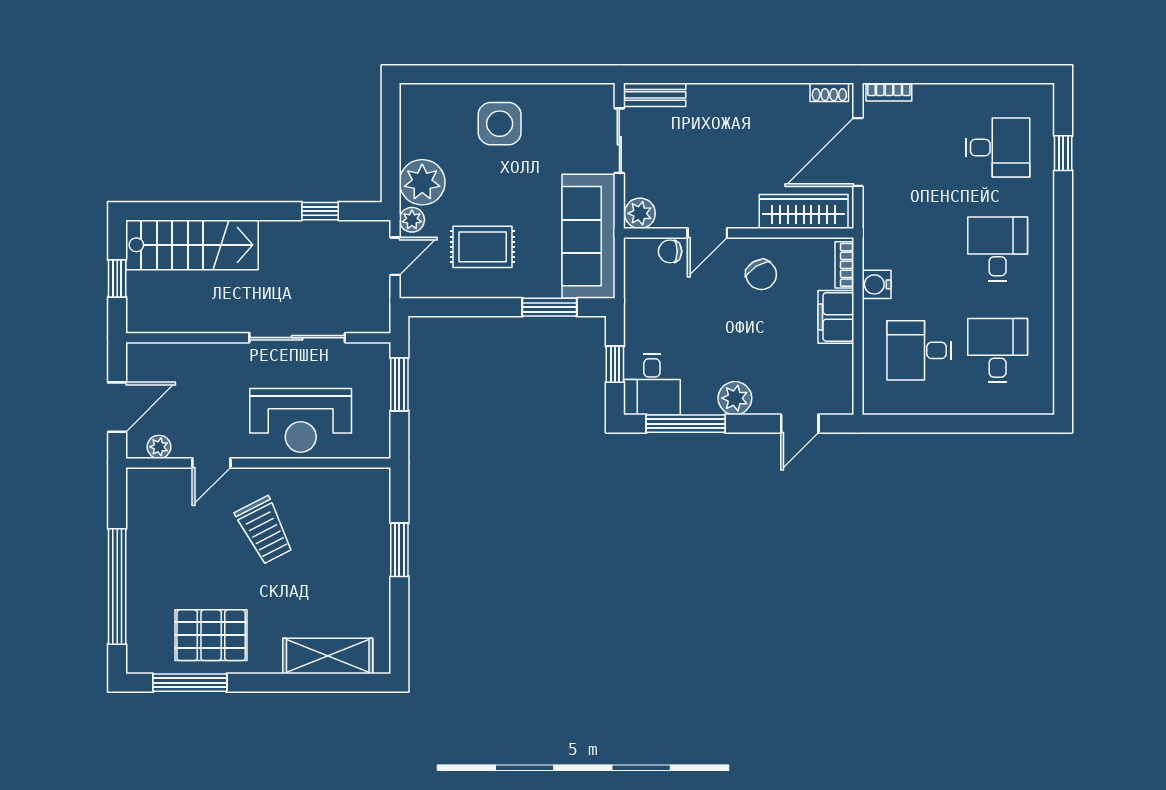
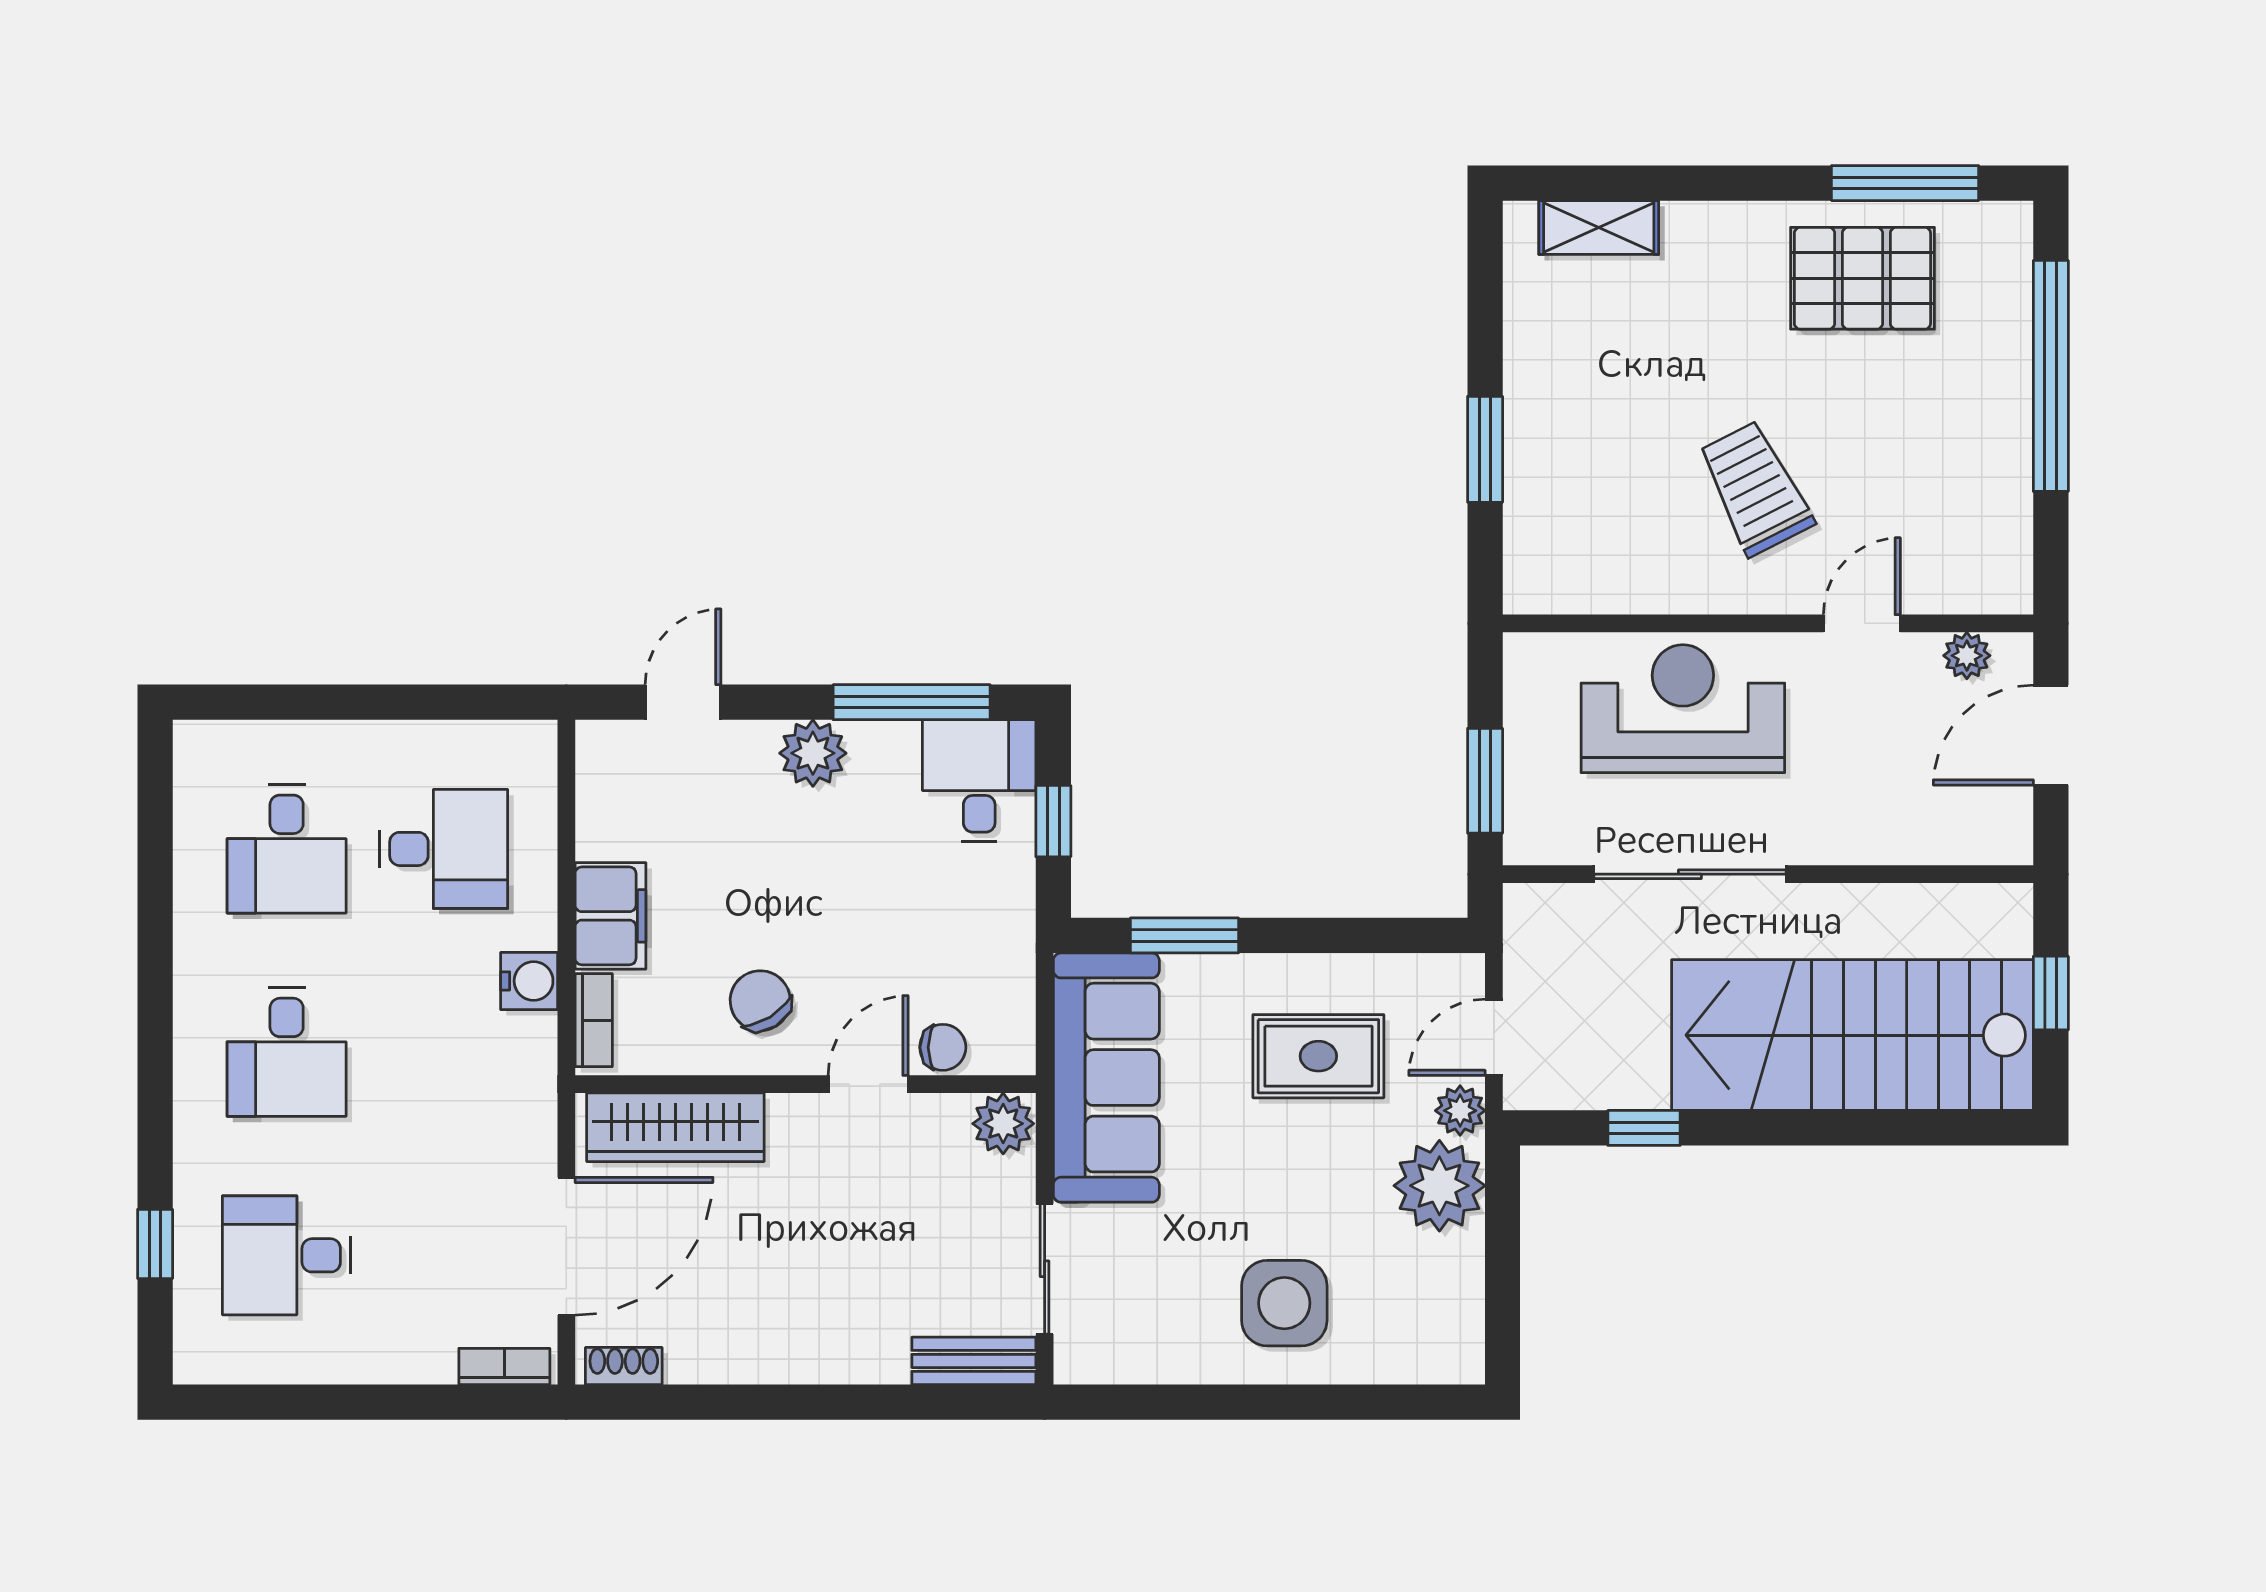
stairs: (192, 245) -> (1852, 1035), width x1.36, depth x1.51
shelving: (328, 656) -> (1599, 227), width x0.67, depth x0.75

